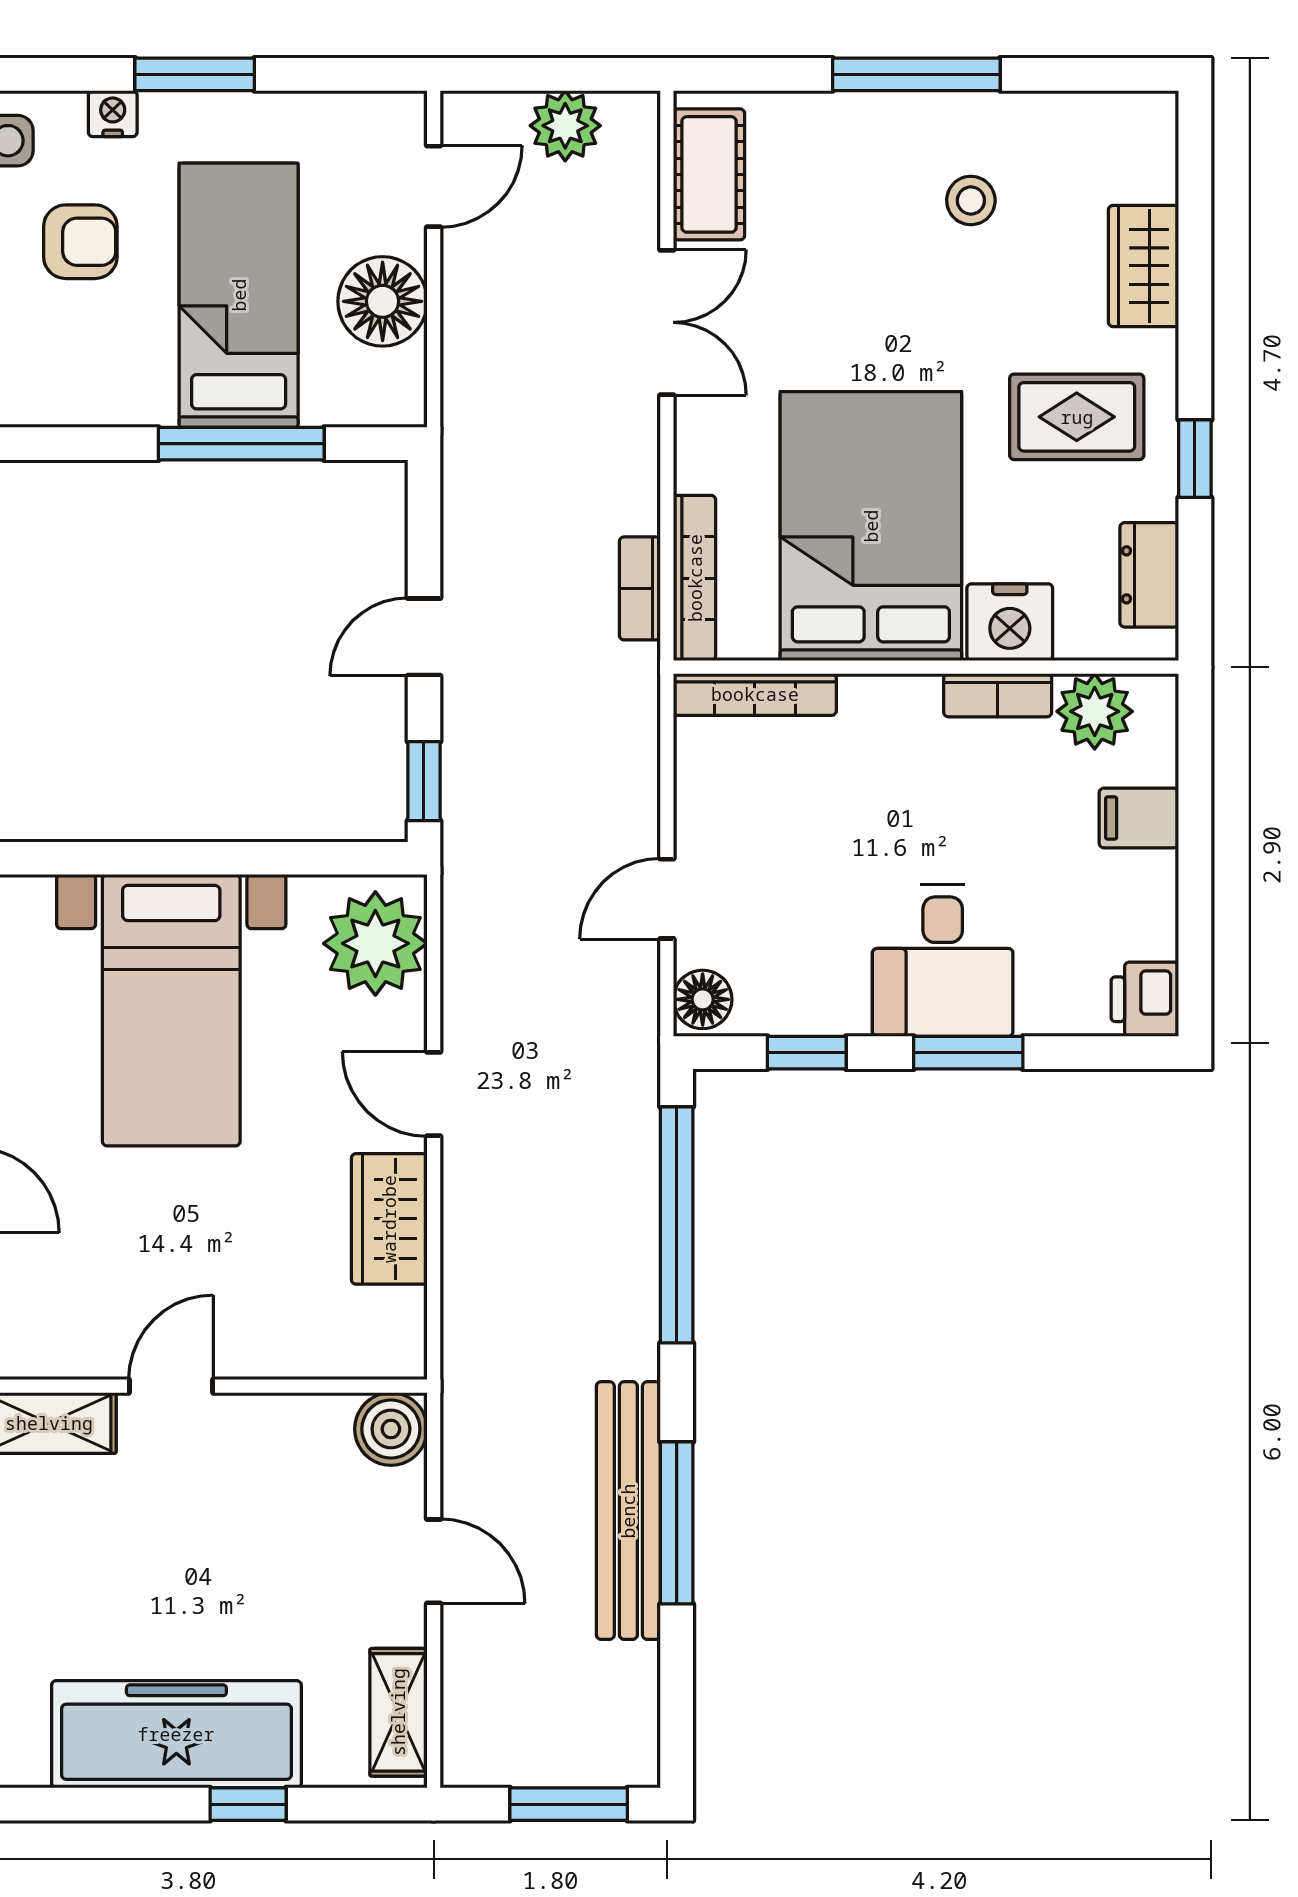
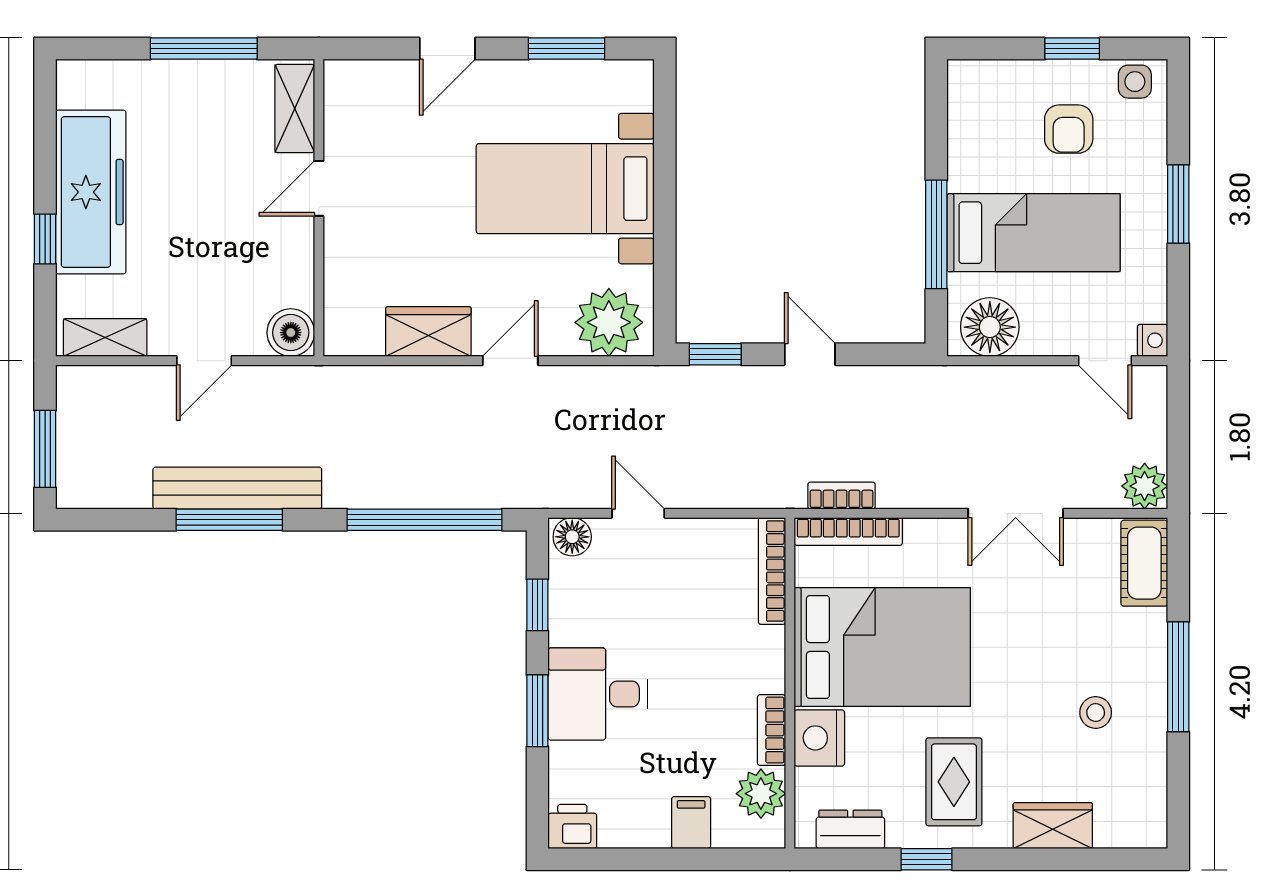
nightstand: (113, 114) -> (1153, 340), moved
plant: (565, 126) -> (1145, 486), moved
cot: (709, 174) -> (1144, 563), moved, turned 90
floor lamp: (383, 301) -> (990, 327), moved
door: (171, 1386) -> (319, 188), swing flipped

